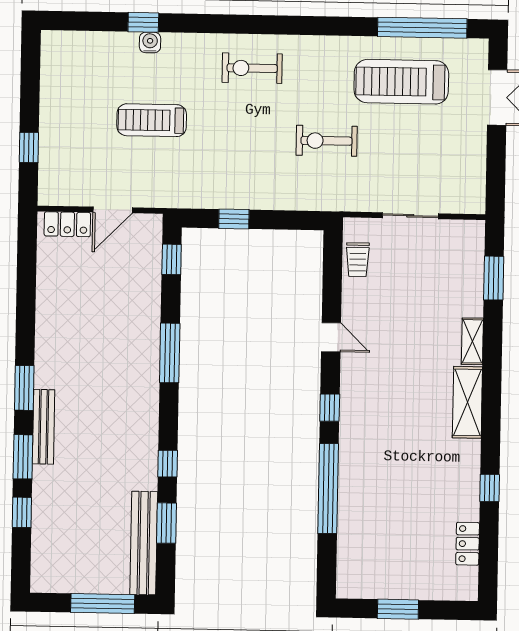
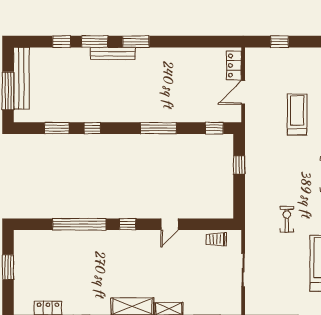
exercise bike: (327, 141) -> (287, 219), width x0.73, depth x0.72
door: (113, 210) -> (243, 92), hinge flipped
bench: (144, 543) -> (21, 78), moved, turned 90

